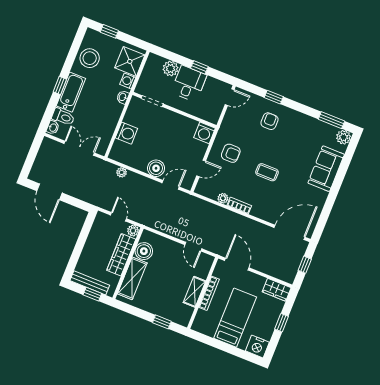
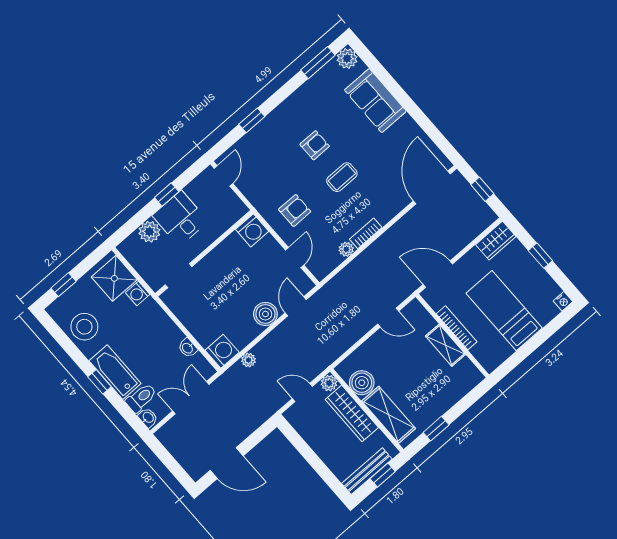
washbasin: (123, 97) -> (188, 348), moved
armchair: (270, 121) -> (315, 145), moved, turned 90
washing machine: (126, 133) -> (222, 351), moved
window: (162, 322) -> (436, 429), moved
nightstand: (257, 347) -> (563, 301), width x0.53, depth x0.56

